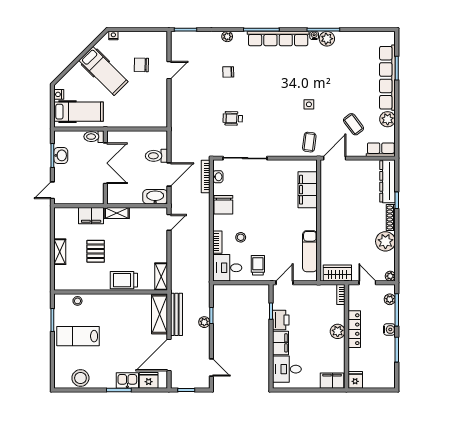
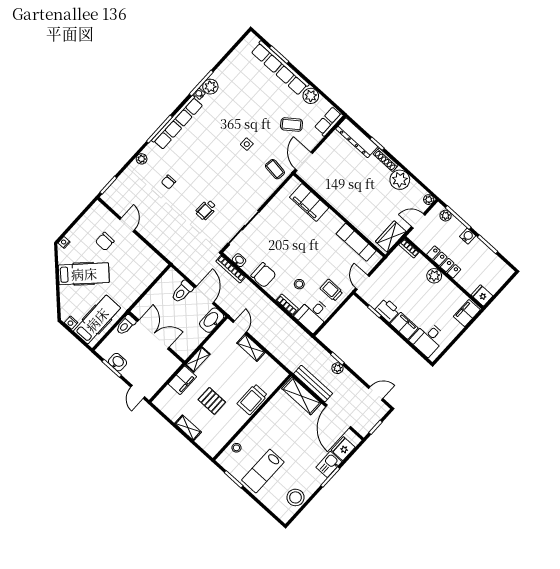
shelving: (161, 277) -> (251, 348), moved

